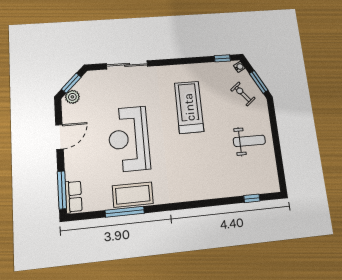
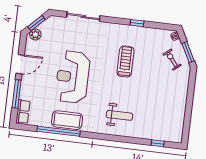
window: (222, 58) -> (137, 23), moved
treadmill: (189, 107) -> (125, 62), width x0.73, depth x0.73
weight bench: (249, 141) -> (119, 115), moved
window: (62, 190) -> (17, 94), moved
window: (125, 212) -> (58, 131), width x1.46

